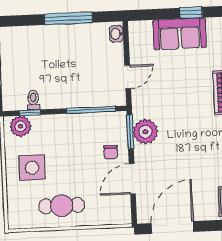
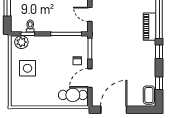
door: (128, 77) -> (90, 14), swing flipped
plant: (145, 132) -> (99, 49), removed
cafe table: (62, 206) -> (73, 95), moved

